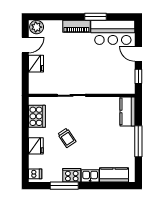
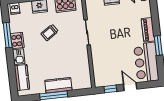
door: (138, 54) -> (130, 87), hinge flipped
kitchen counter: (128, 111) -> (58, 85), moved

